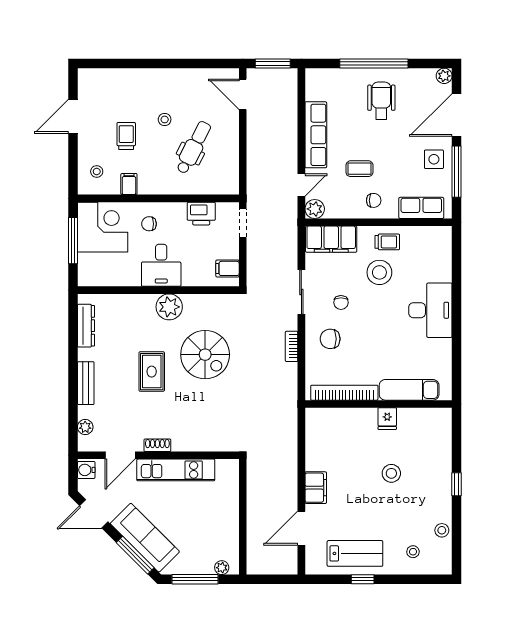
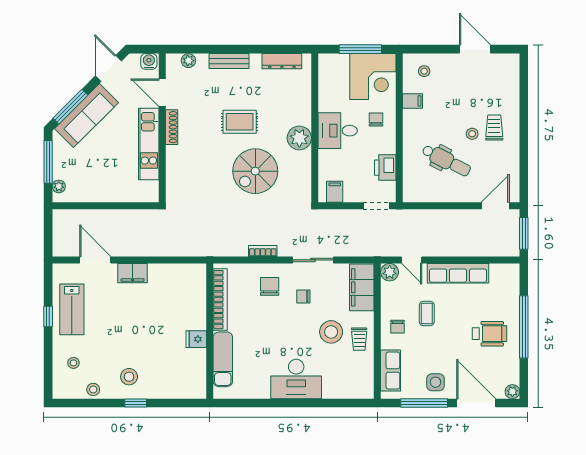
trolley: (126, 136) -> (494, 128), moved, turned -90
shoe rack: (157, 445) -> (172, 127), width x1.43
stool: (391, 473) -> (129, 377), moved

